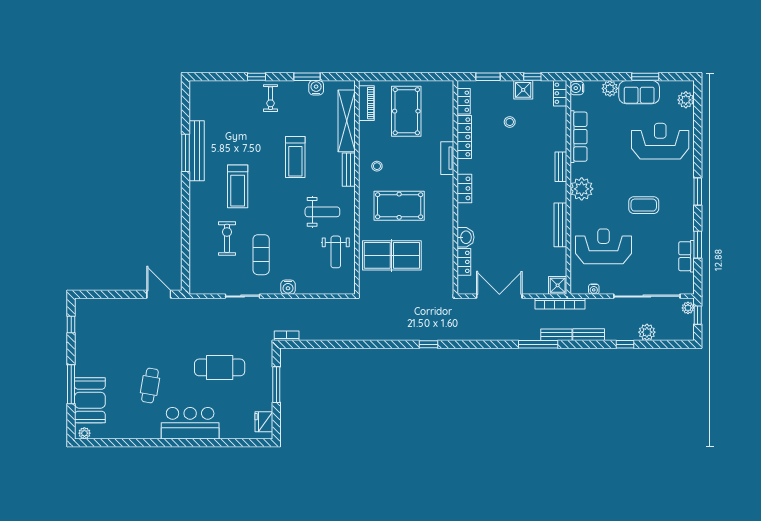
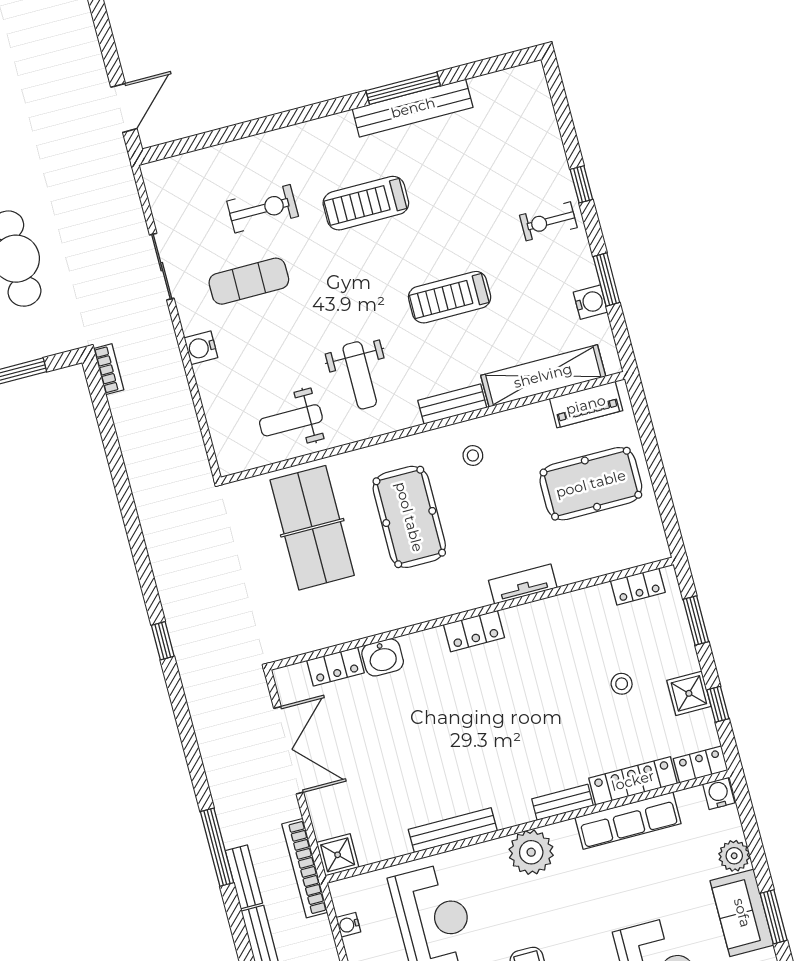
locker: (464, 137) -> (633, 781), moved, turned 180

